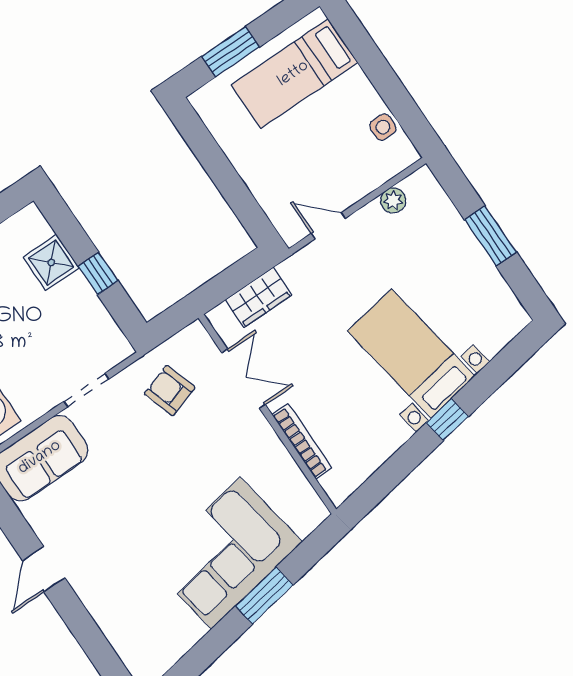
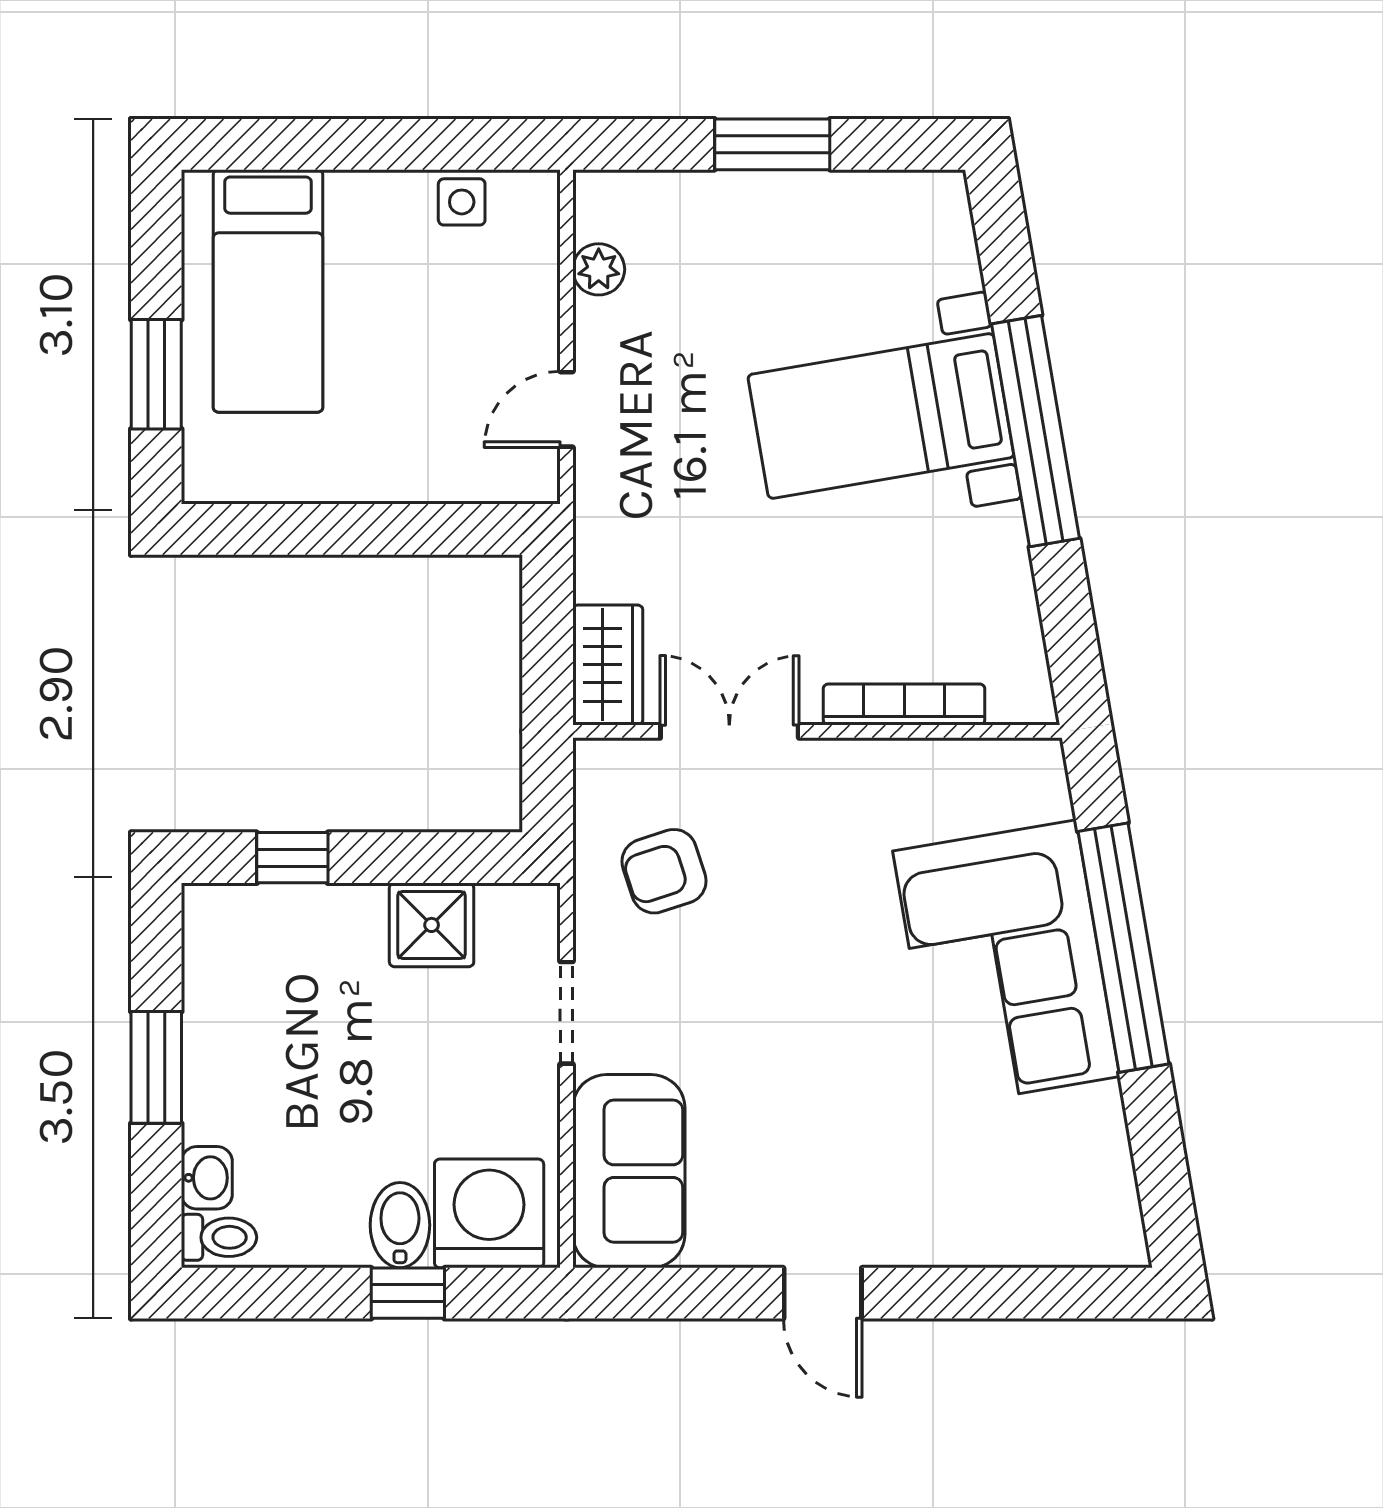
shower: (51, 263) -> (432, 925), moved
window: (98, 273) -> (292, 858), moved
wardrobe: (258, 297) -> (608, 665), moved
window: (447, 420) -> (1035, 431), width x3.17
window: (264, 596) -> (1123, 948), width x2.11

